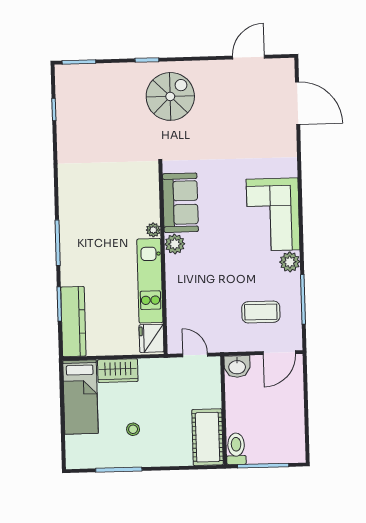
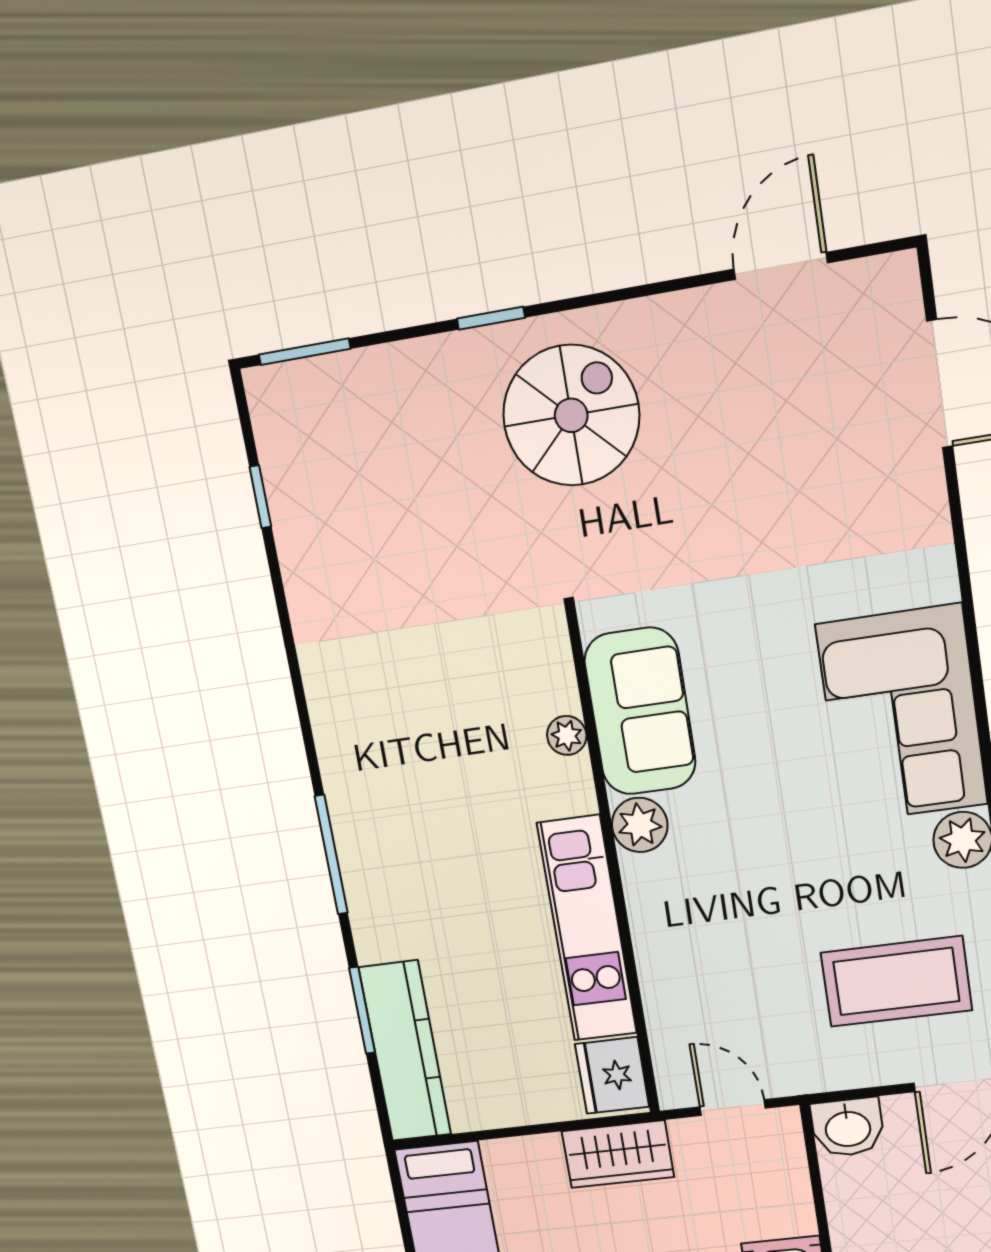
plant: (153, 230) -> (567, 735), moved
coffee table: (261, 312) -> (896, 981), width x1.36, depth x1.32
wardrobe: (118, 371) -> (618, 1154), moved

